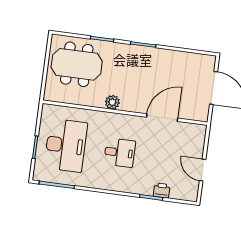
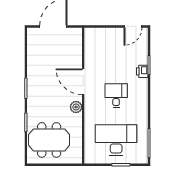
meeting table: (77, 64) -> (49, 140), turned 90
door: (162, 118) -> (83, 82), moved
door: (203, 170) -> (133, 26), moved
printer: (162, 190) -> (142, 71), moved

